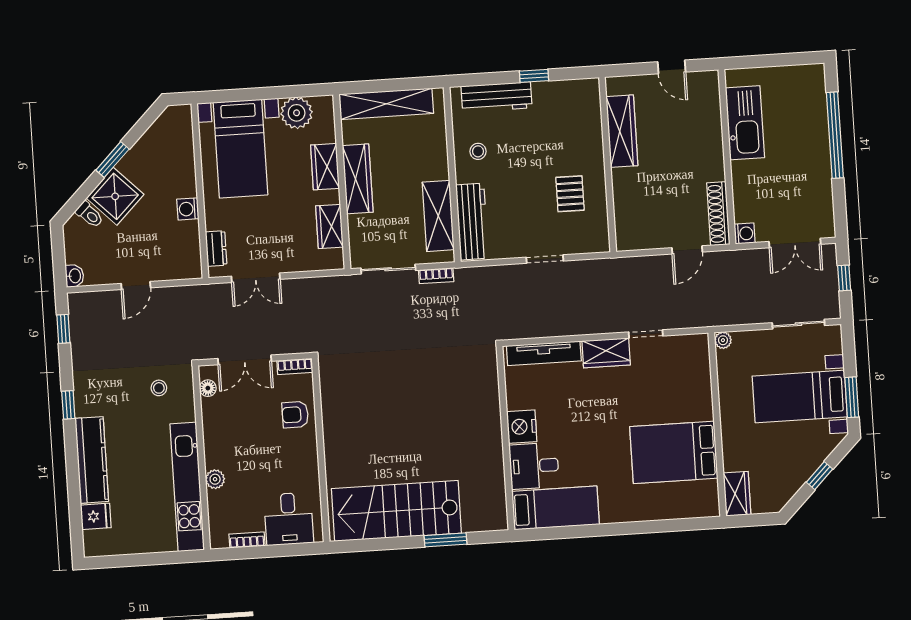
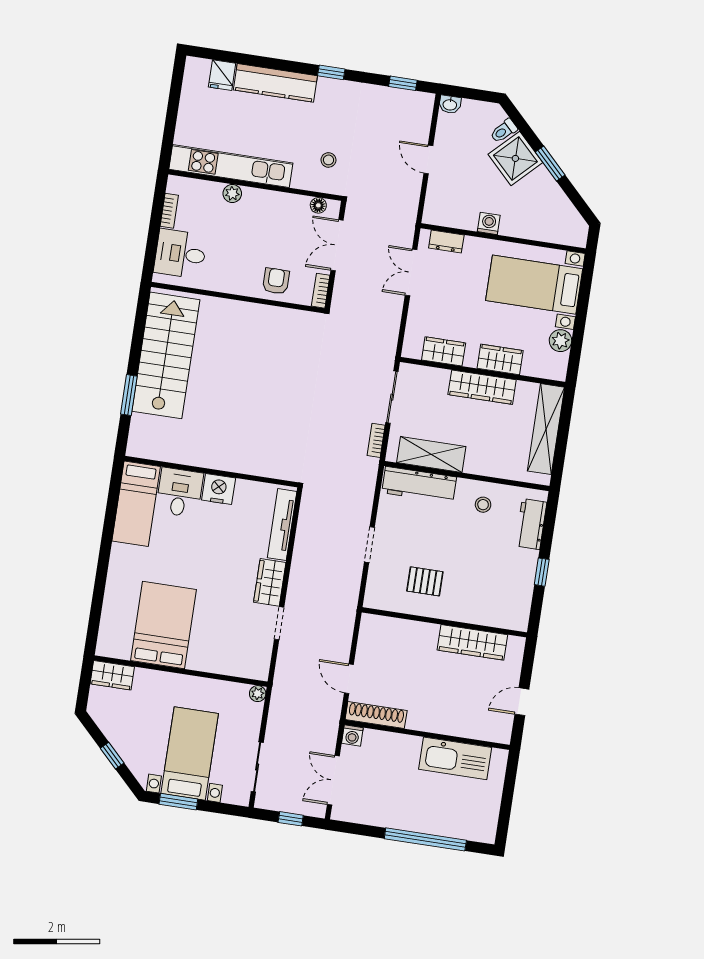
workbench: (497, 97) -> (531, 524), width x0.73
plant: (297, 113) -> (560, 341), width x0.73, depth x0.73

